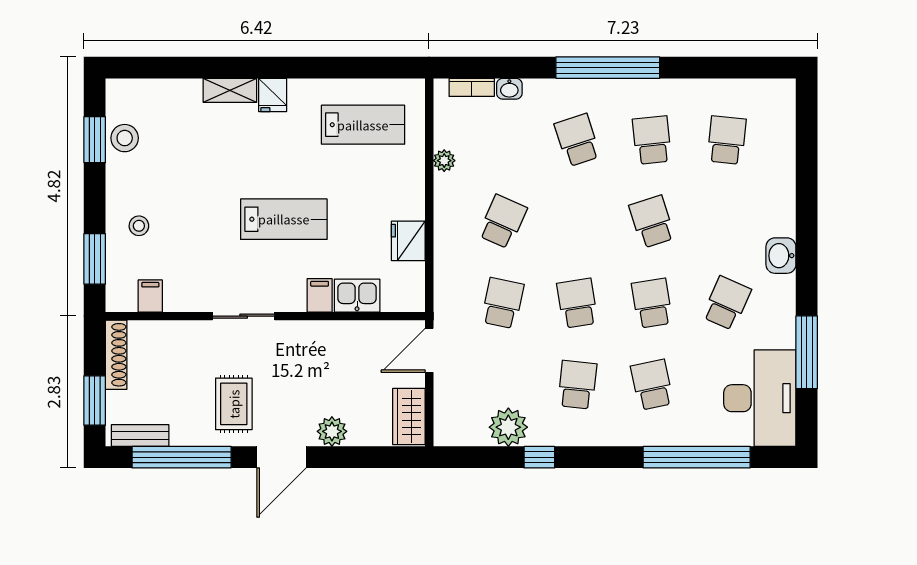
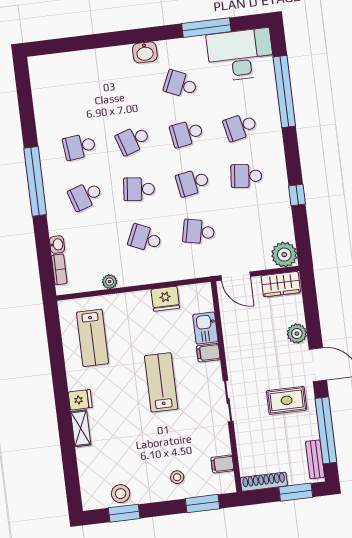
lab bench: (363, 125) -> (92, 338), turned 180
school desk: (727, 140) -> (139, 189), moved
plant: (508, 427) -> (284, 255), moved

